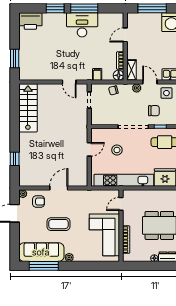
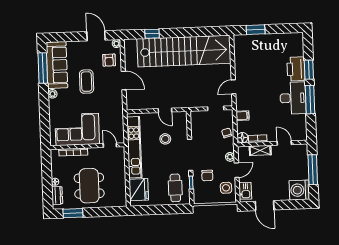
printer: (30, 21) -> (296, 69), moved
shelving: (132, 70) -> (260, 150), moved
stairs: (28, 108) -> (184, 51), width x1.86, depth x1.51

